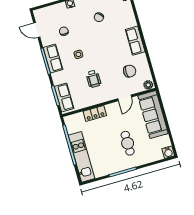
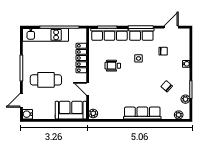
row of seats: (135, 41) -> (142, 113), width x1.48
chair: (130, 71) -> (110, 100), removed
row of seats: (64, 97) -> (109, 34), width x1.48
locker: (95, 113) -> (81, 58), width x1.53
sofa: (153, 115) -> (71, 110), width x0.73
cafe table: (128, 143) -> (46, 80), width x1.37, depth x1.35
door: (156, 163) -> (21, 100), added

